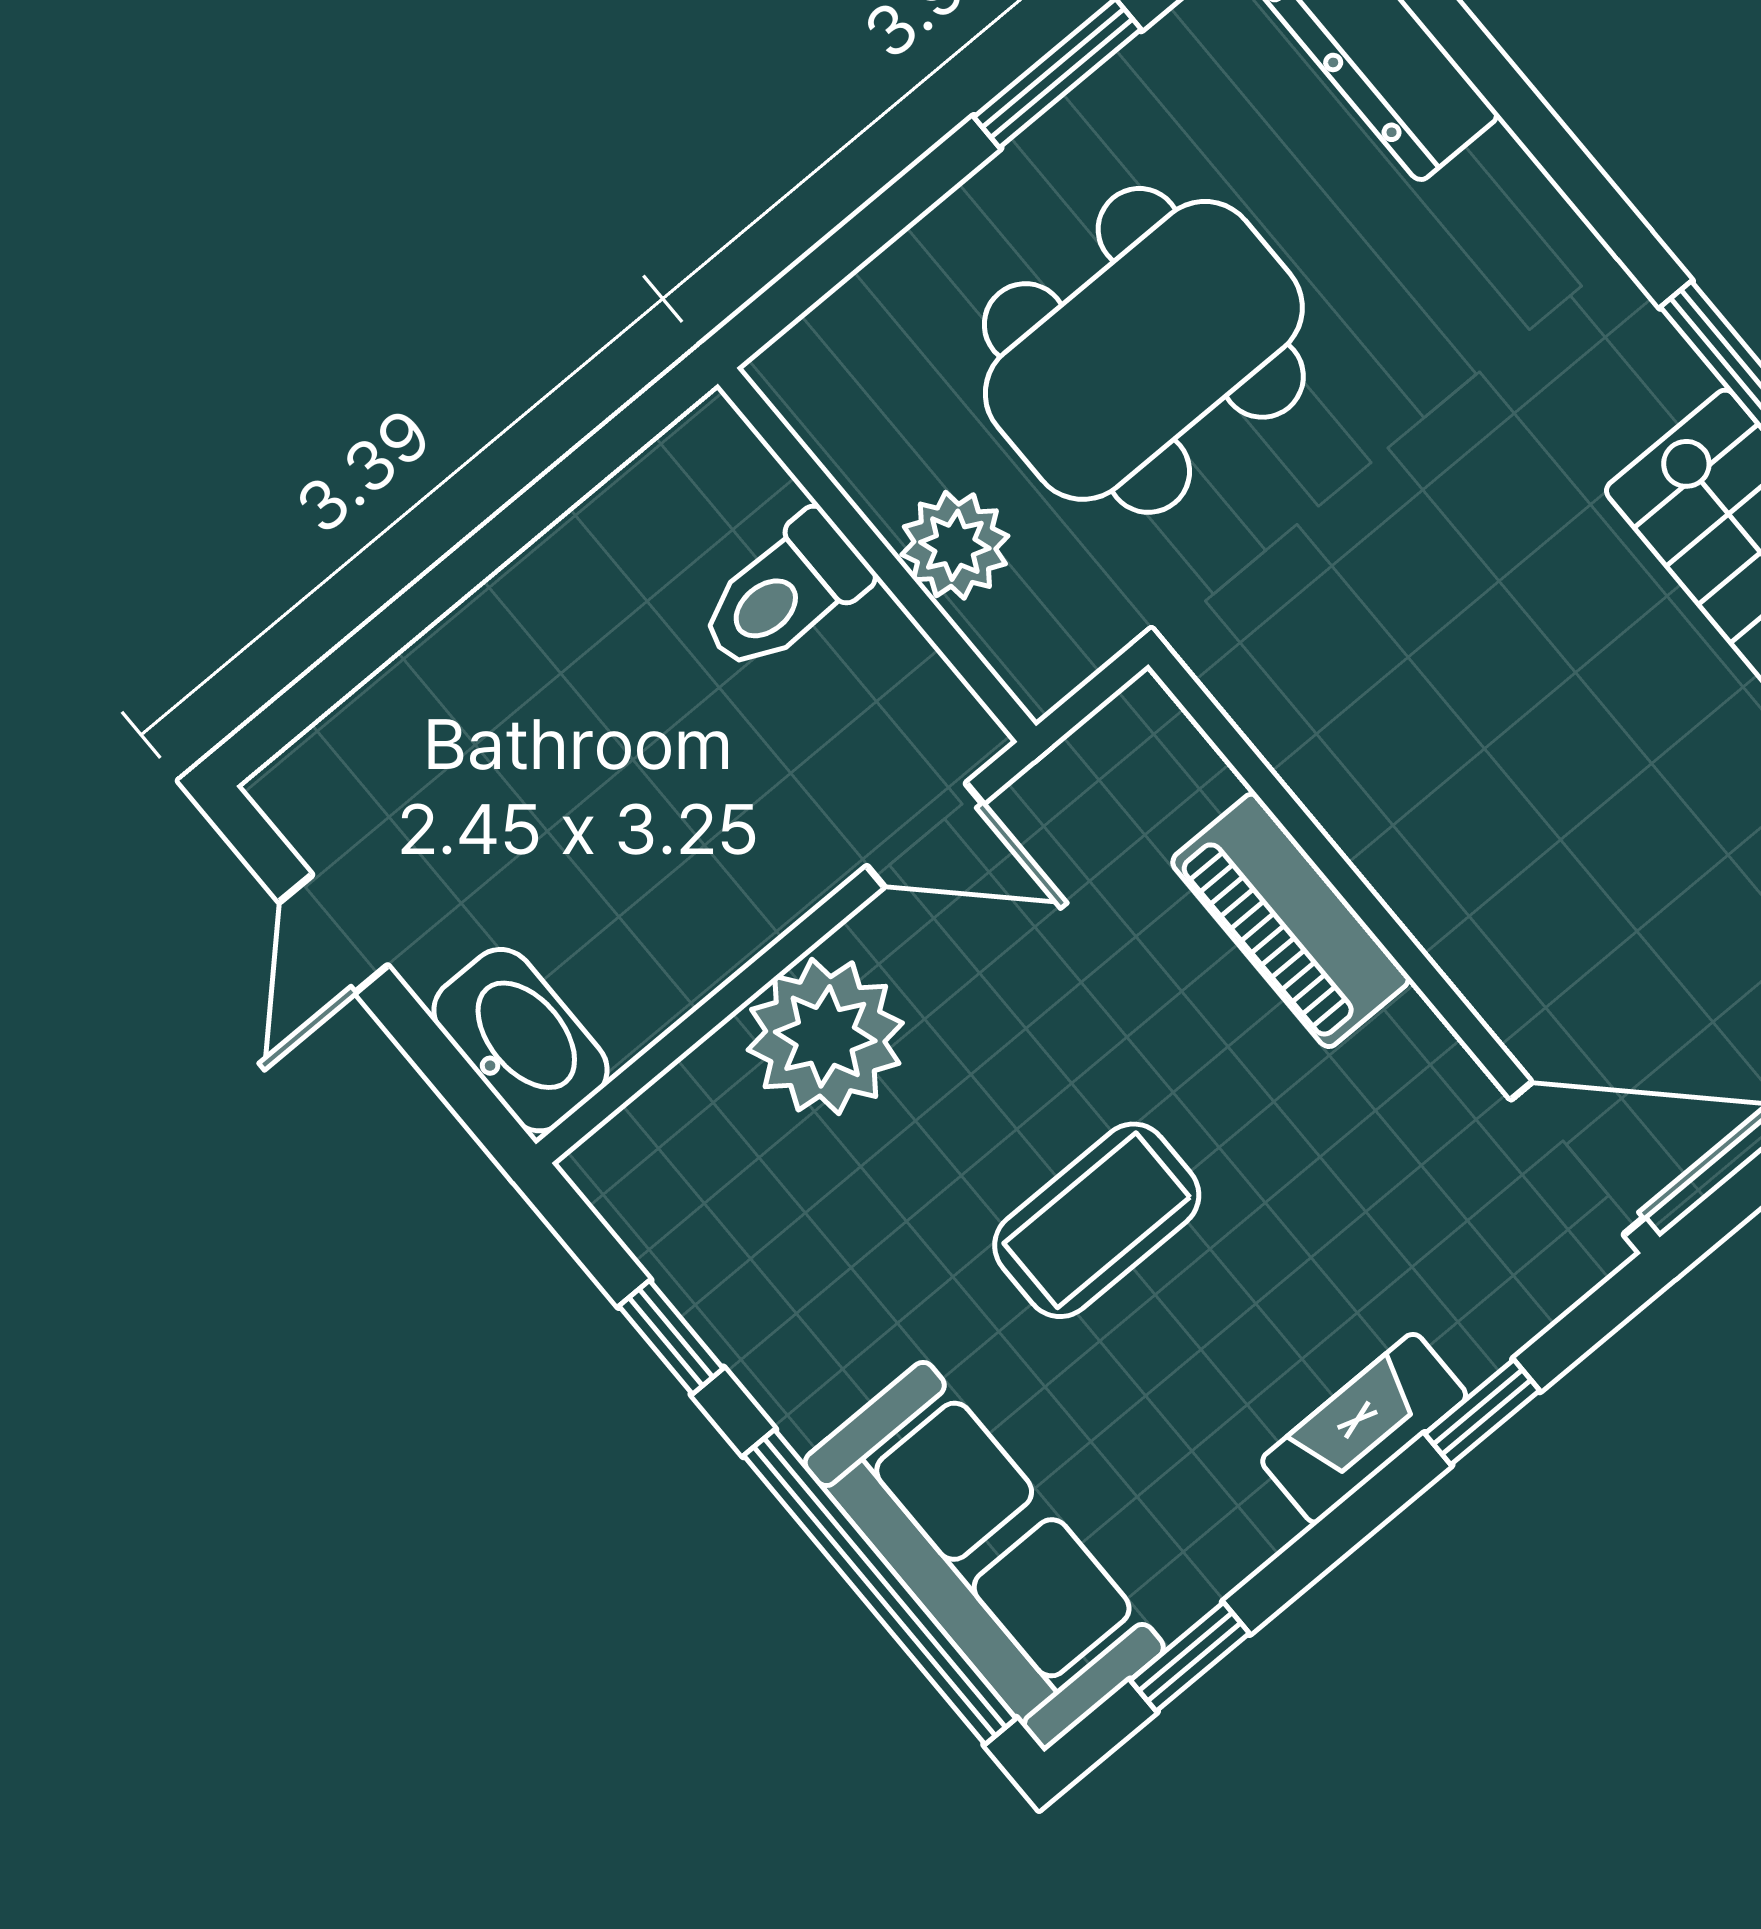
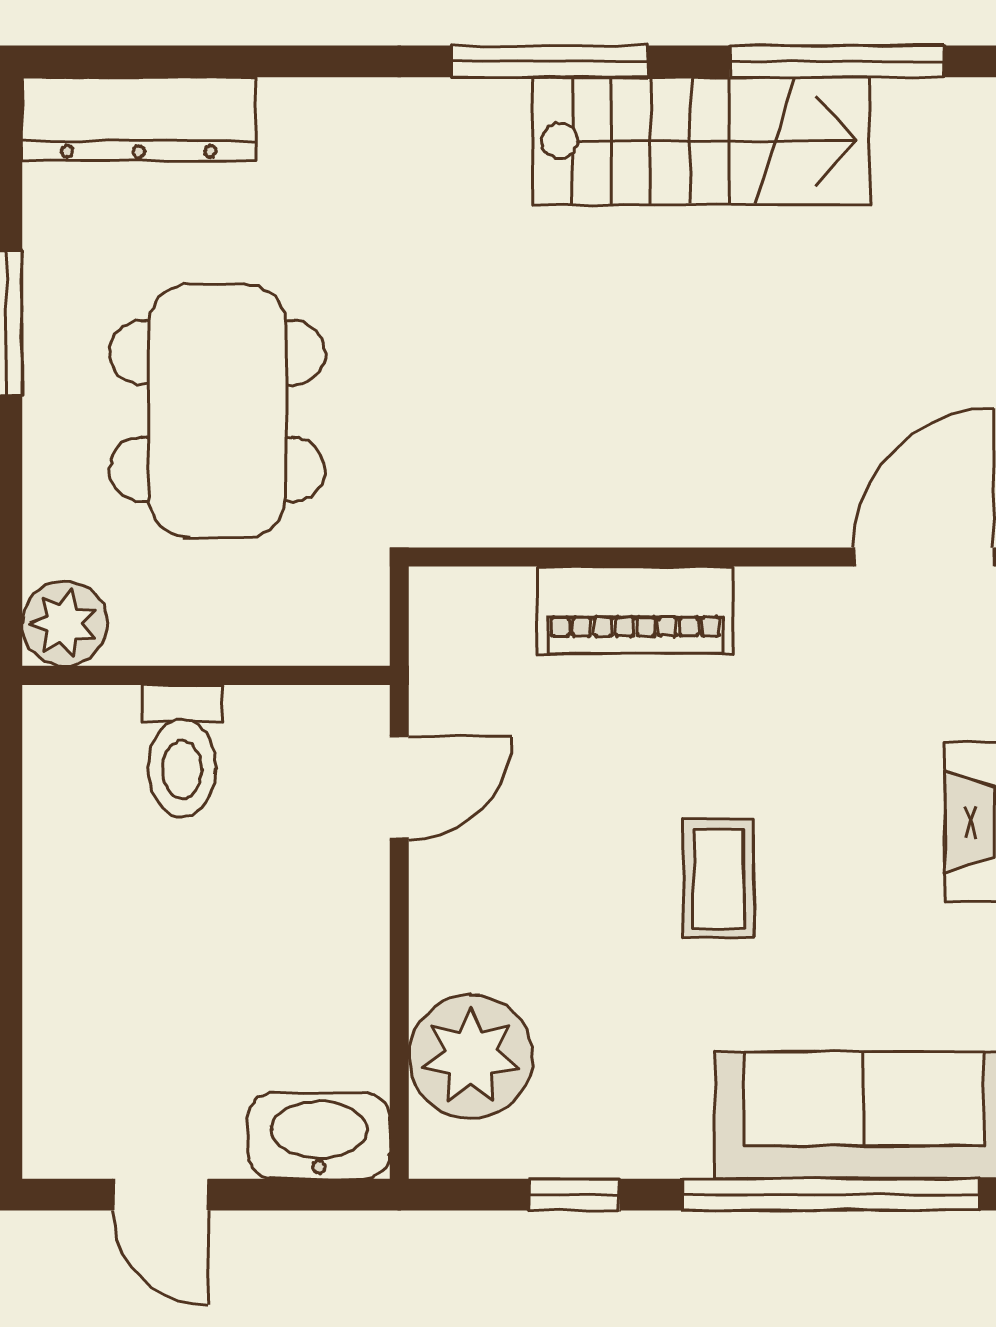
plant: (955, 545) -> (64, 623), moved
plant: (825, 1036) -> (471, 1057), moved
coffee table: (1097, 1220) -> (719, 879), width x0.73, depth x0.77

